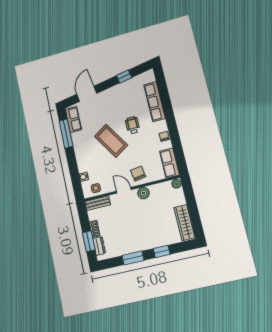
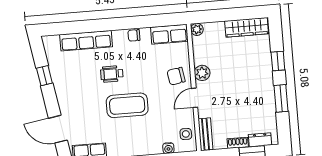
coffee table: (111, 141) -> (127, 105), turned 32

